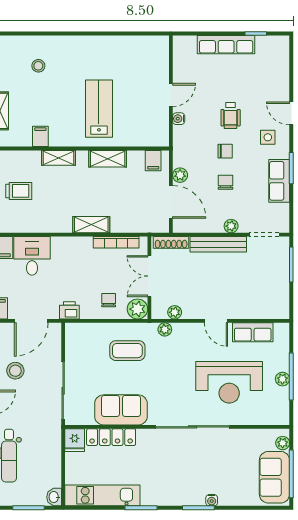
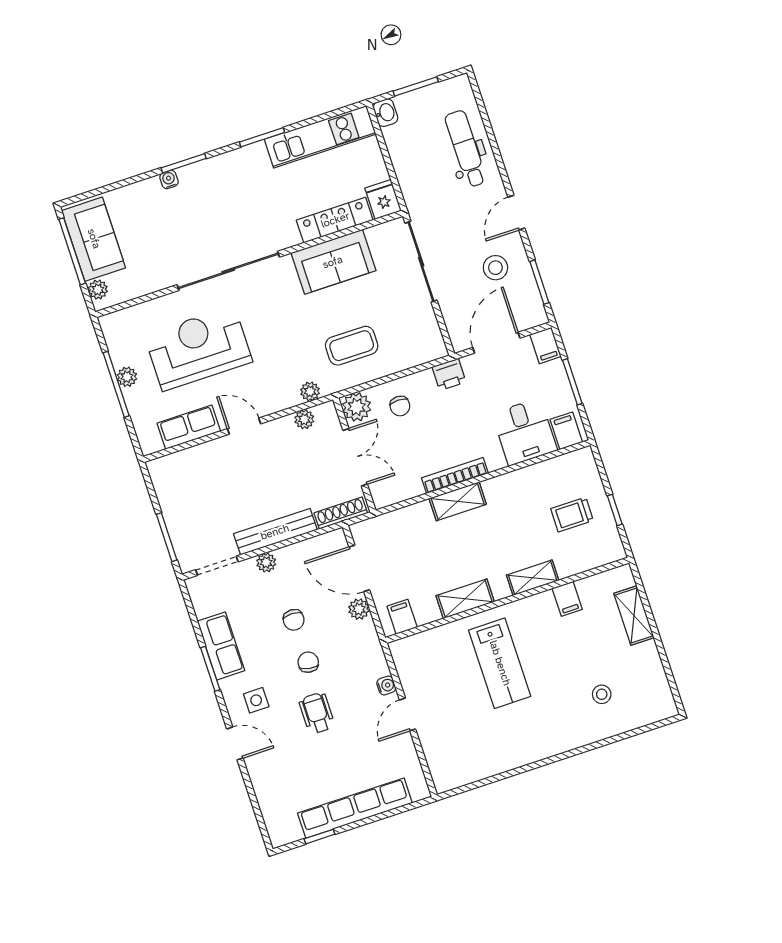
row of seats: (226, 45) -> (355, 808), width x1.36
chair: (225, 151) -> (308, 662), turned 100
bookcase: (116, 242) -> (455, 476), moved

